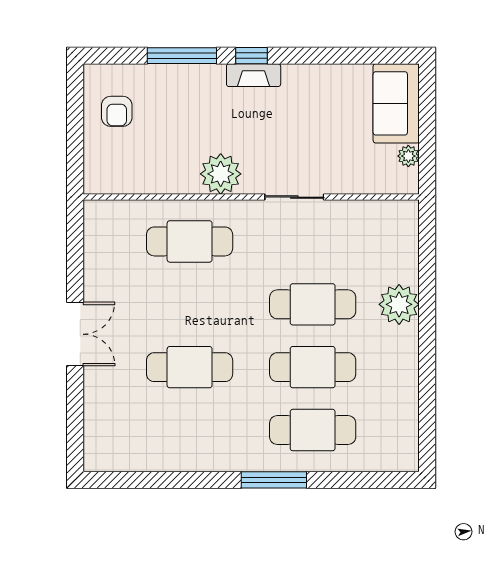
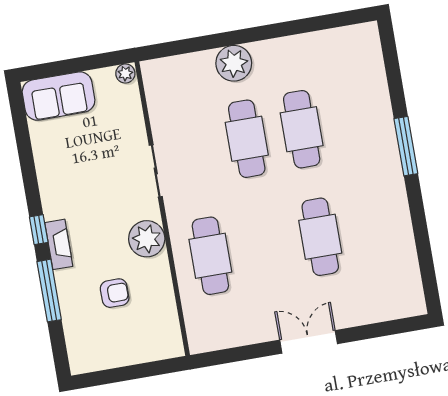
fireplace: (254, 75) -> (59, 244), moved
armchair: (117, 111) -> (115, 293), moved
plant: (408, 156) -> (125, 74), moved
cafe table: (313, 430) -> (357, 120), removed

